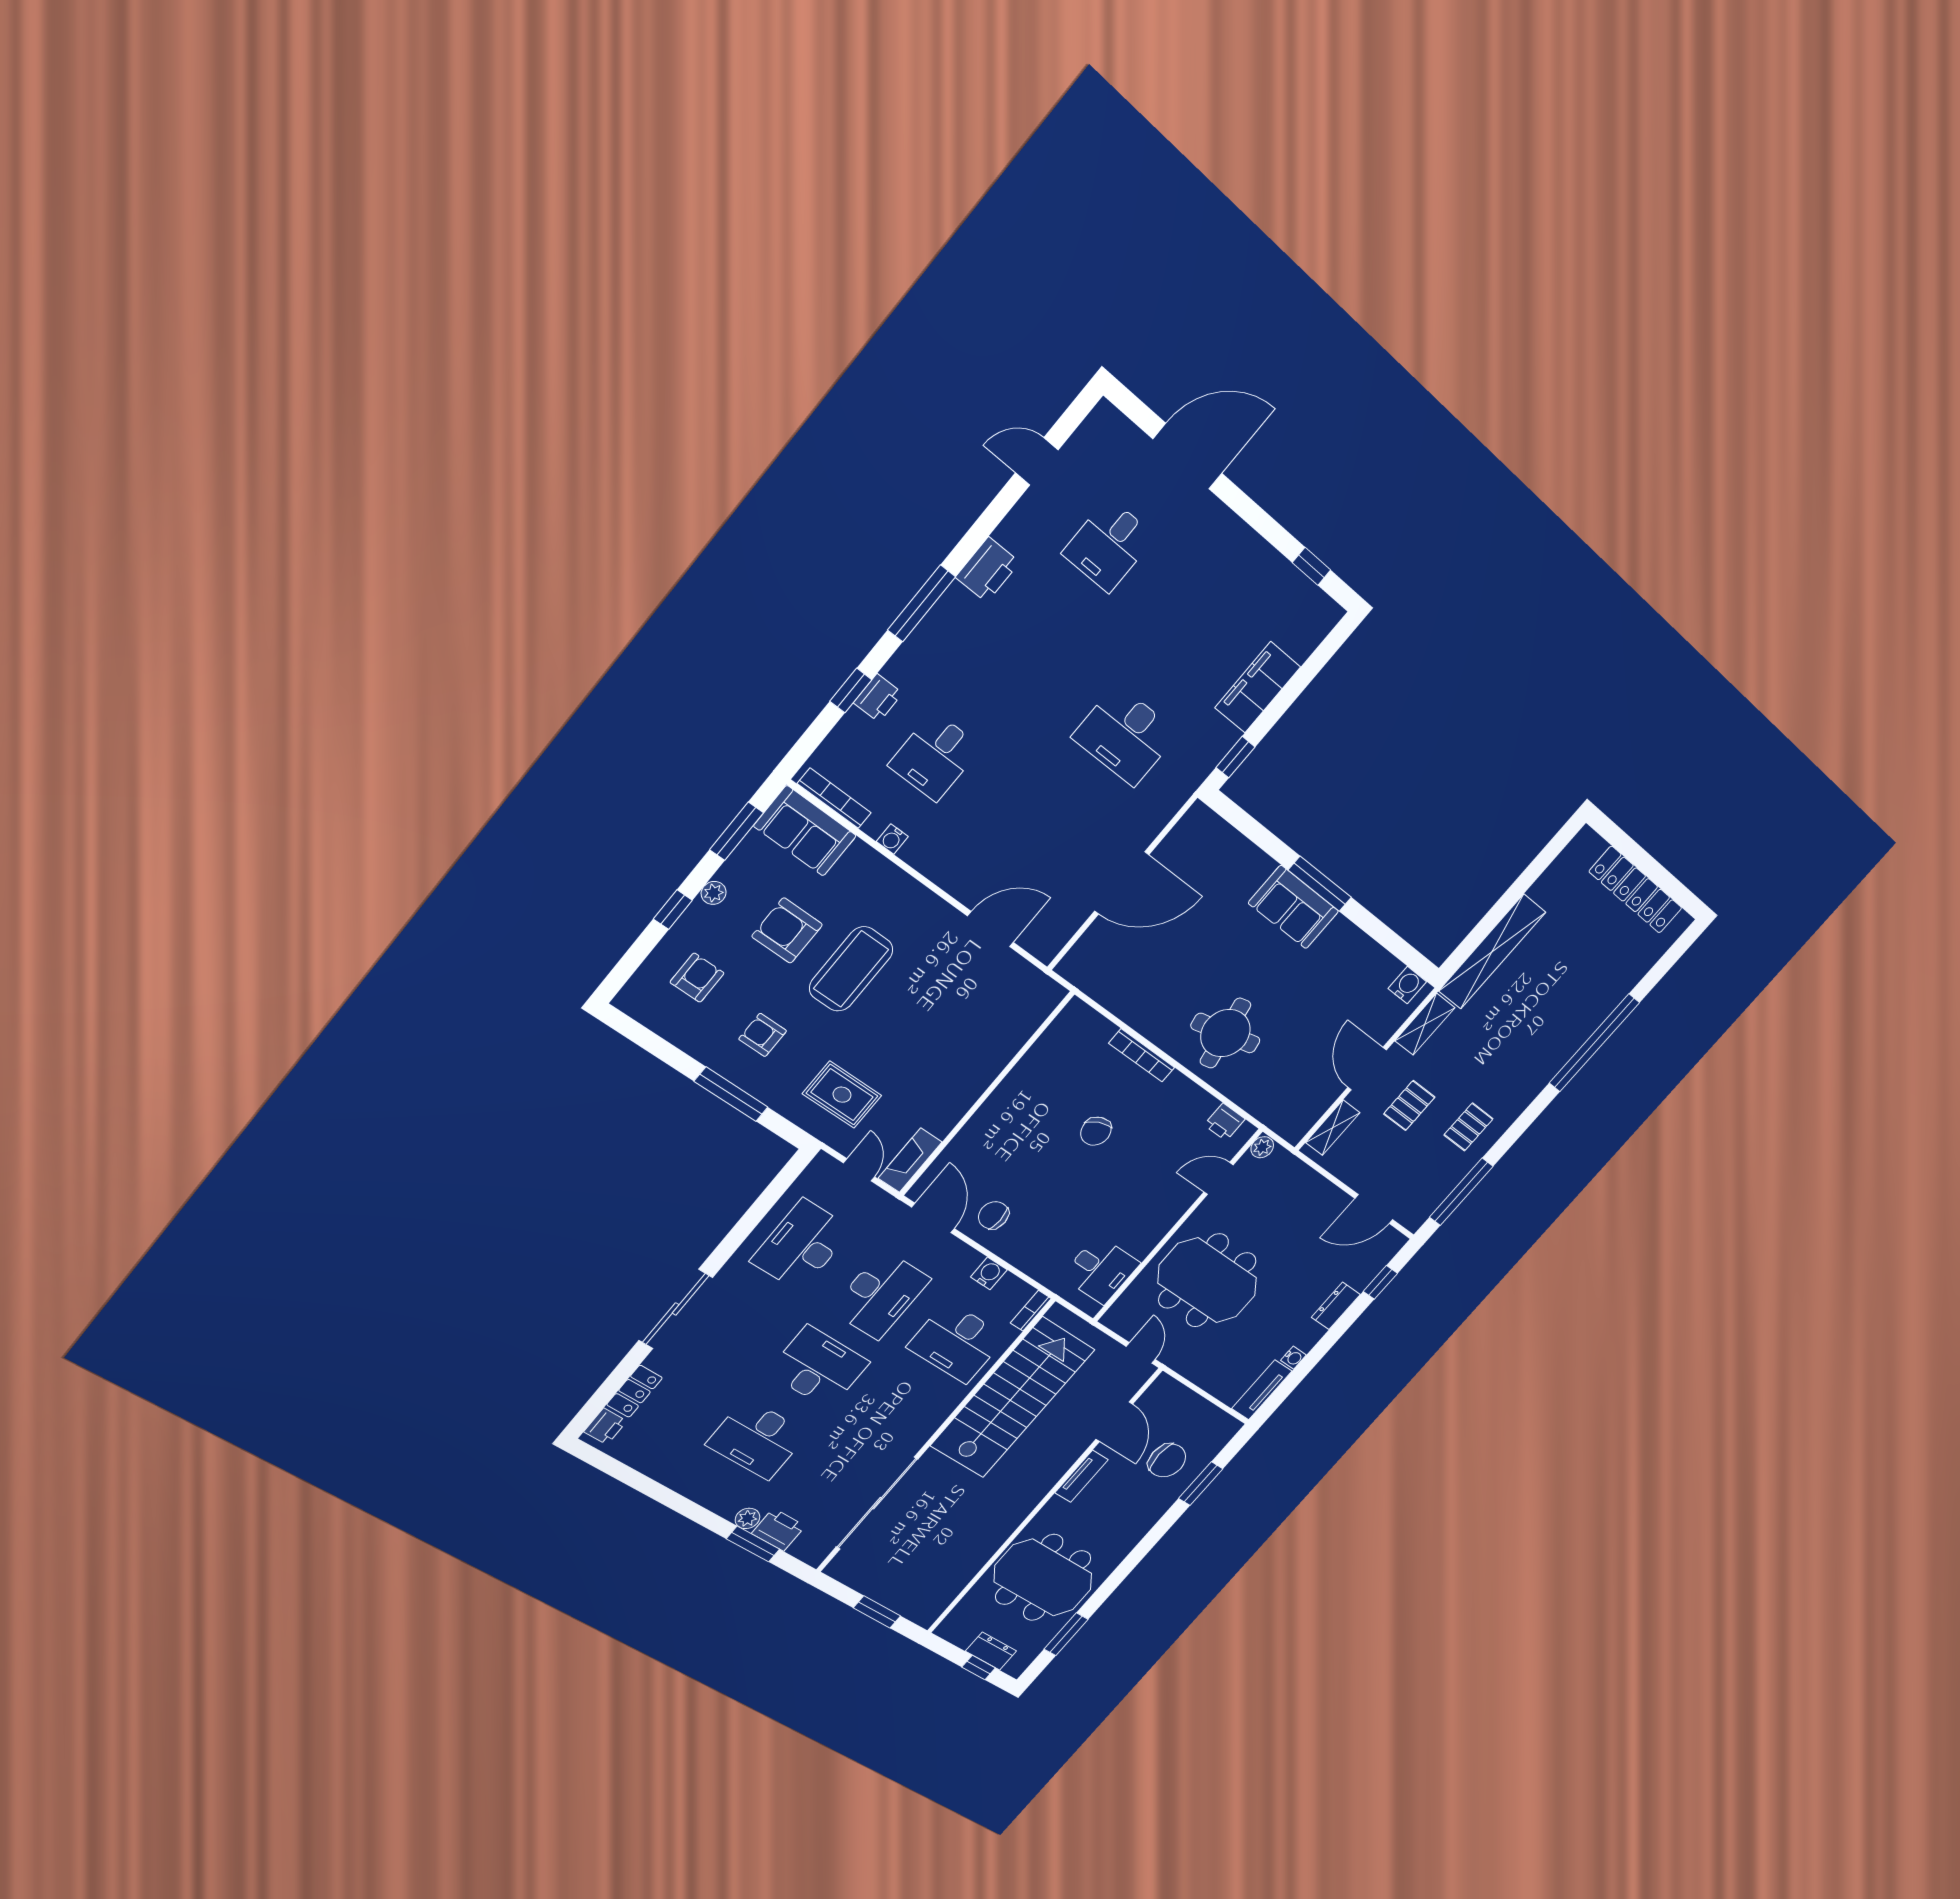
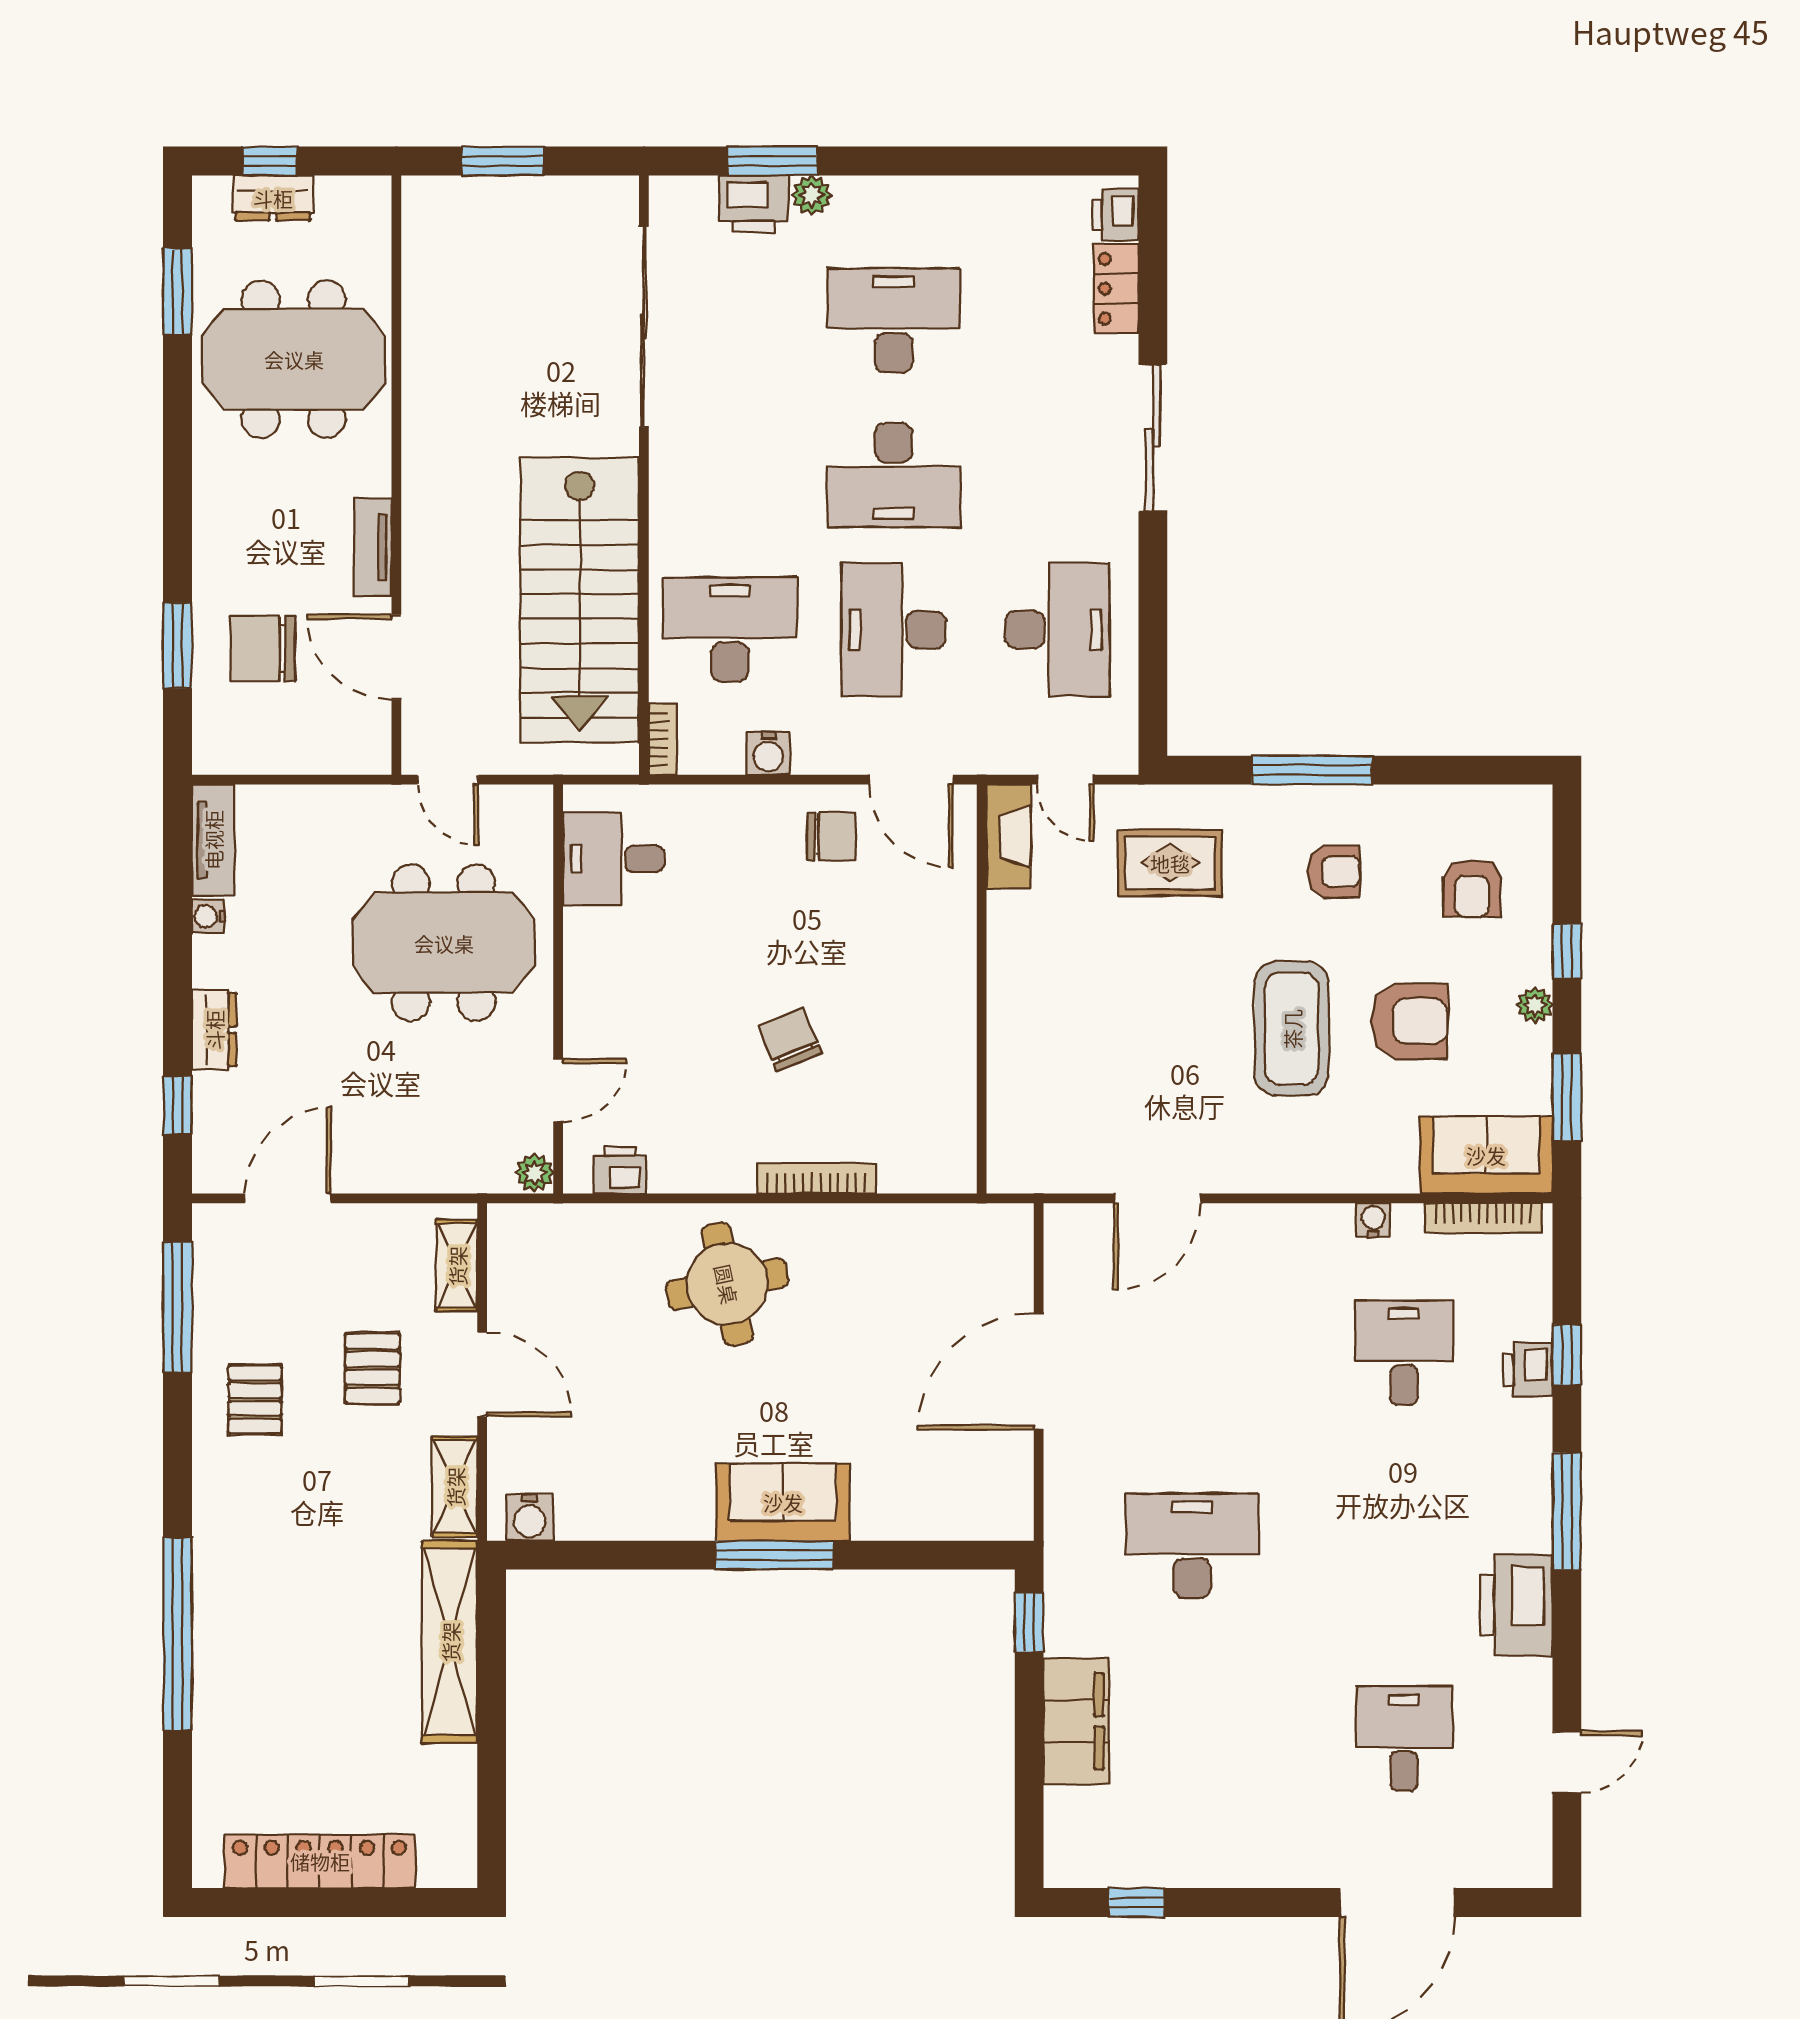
printer: (988, 570) -> (1516, 1605), width x1.37, depth x1.19

